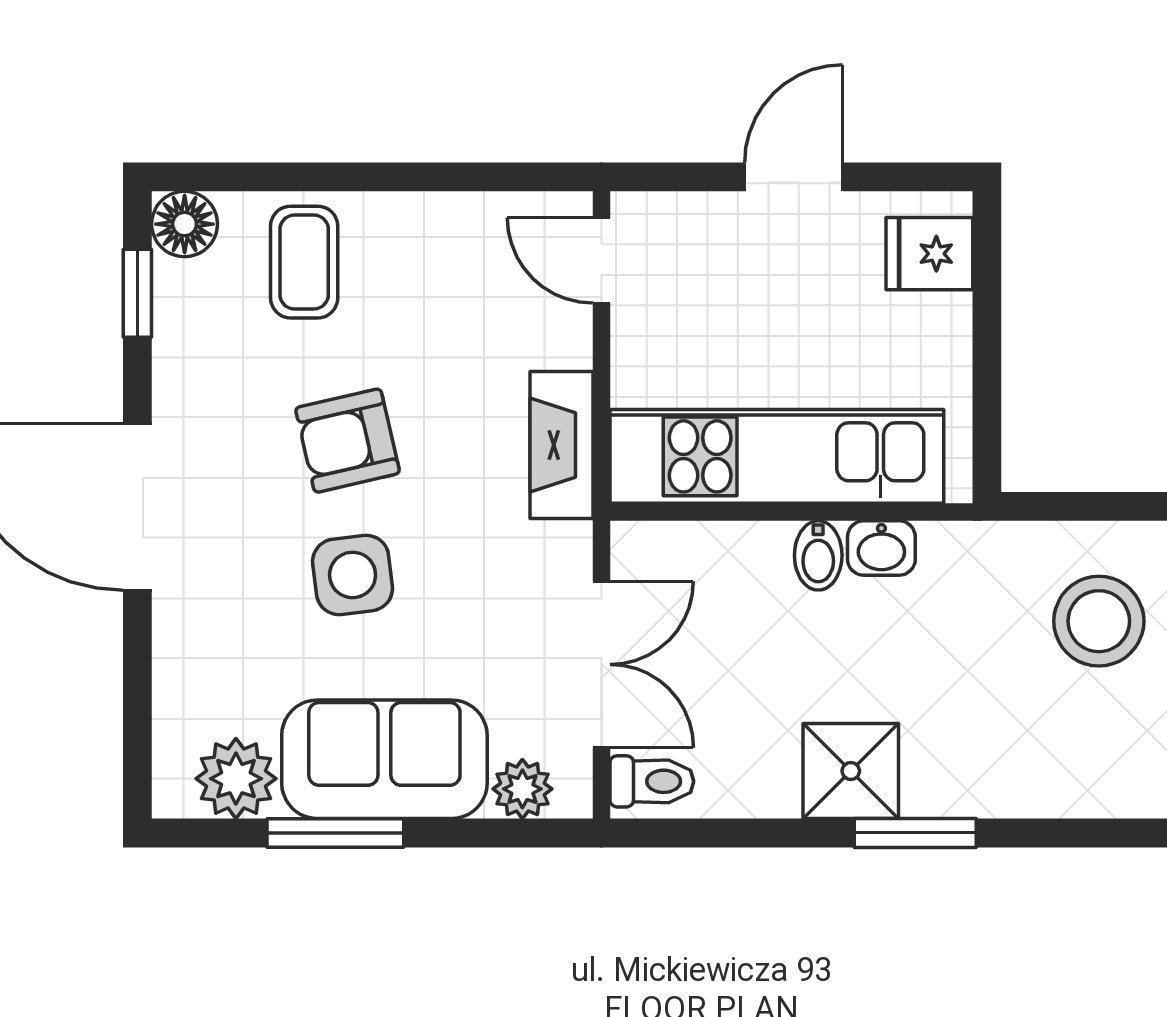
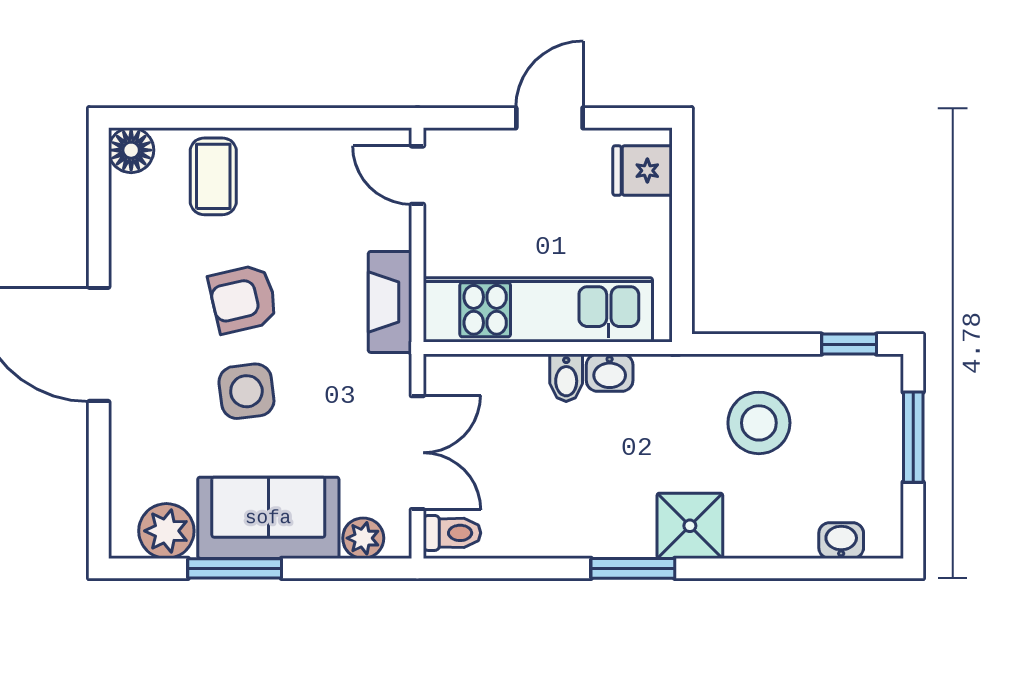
window: (137, 293) -> (99, 198), removed
shower: (851, 771) -> (690, 526), moved

